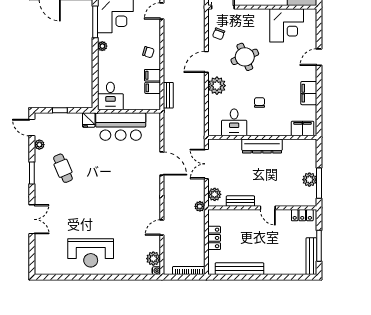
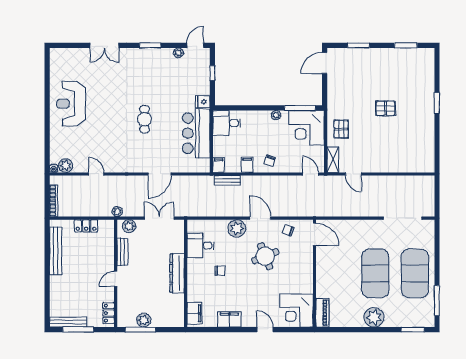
corner desk: (287, 25) -> (296, 311), moved
filing cabinet: (153, 88) -> (219, 165), moved
cafe table: (63, 168) -> (145, 119), moved, turned -67

